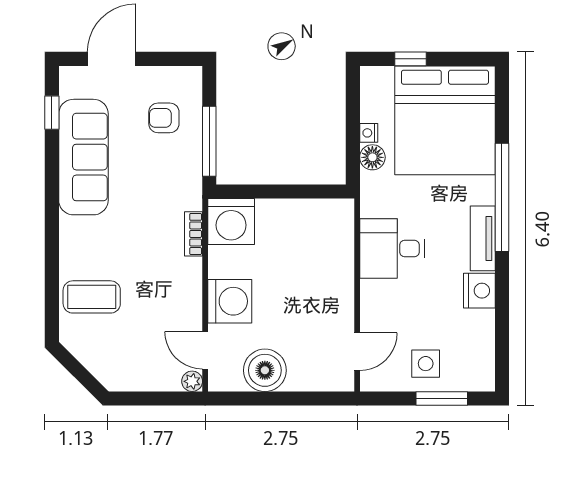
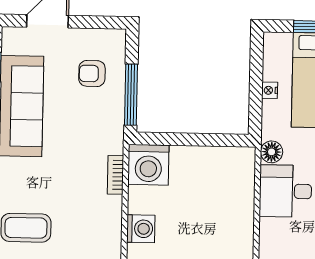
floor lamp: (372, 157) -> (272, 152), moved
washing machine: (230, 301) -> (141, 229), width x0.73, depth x0.73

